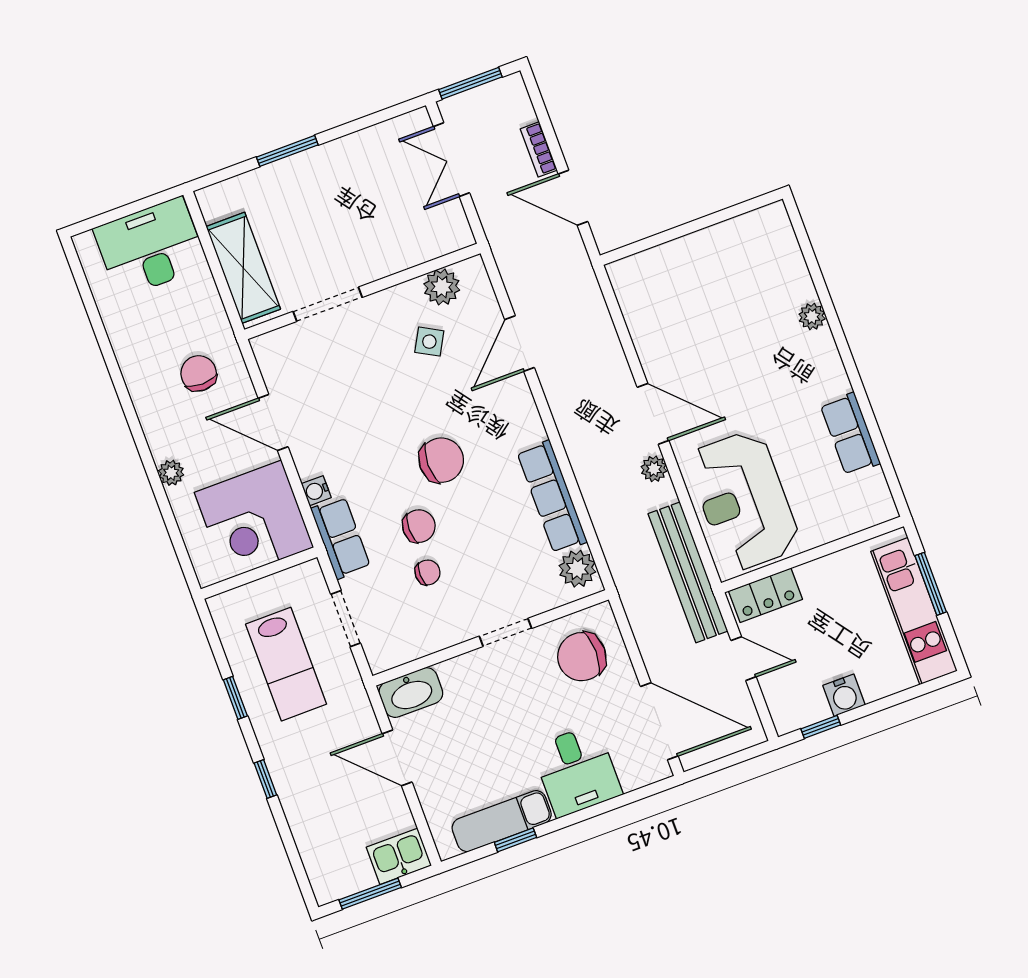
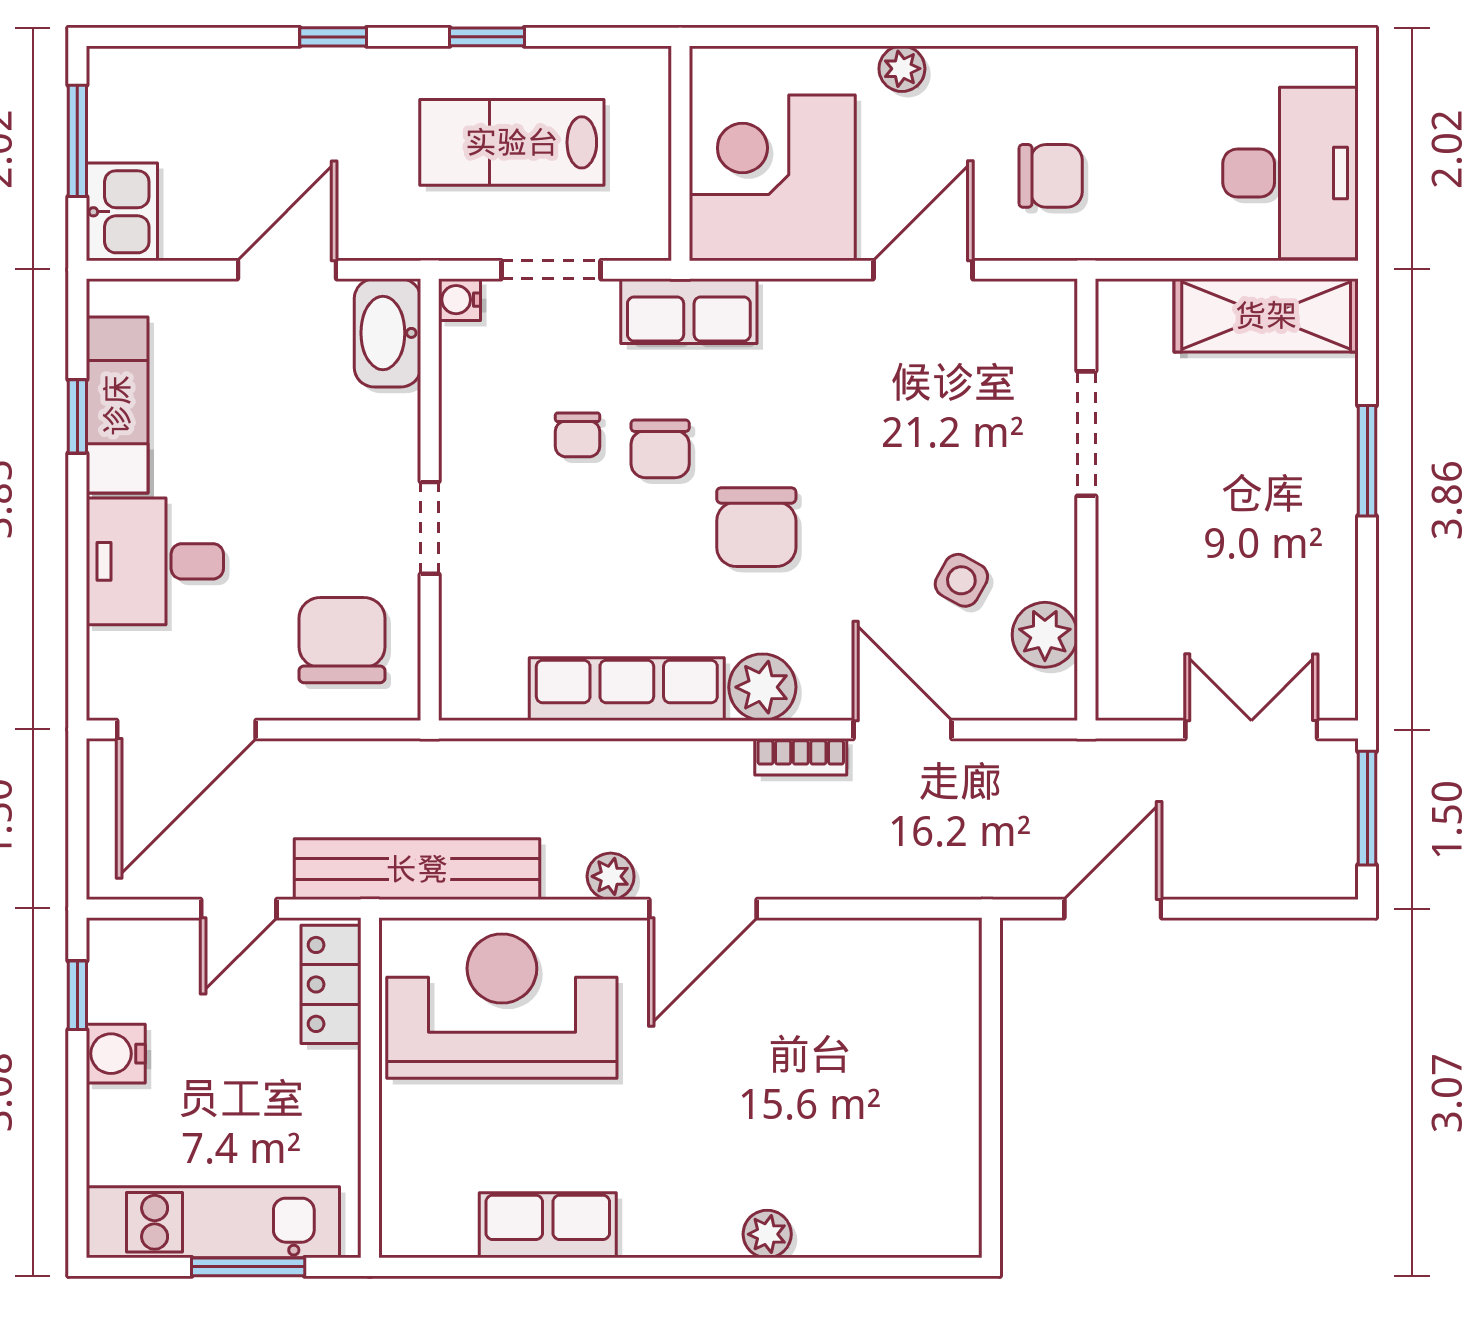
bookcase: (539, 149) -> (801, 757), moved, turned 180
shelving: (243, 268) -> (1266, 315), moved
water cooler: (316, 491) -> (459, 300), moved, turned -90
plant: (577, 569) -> (762, 687), moved

